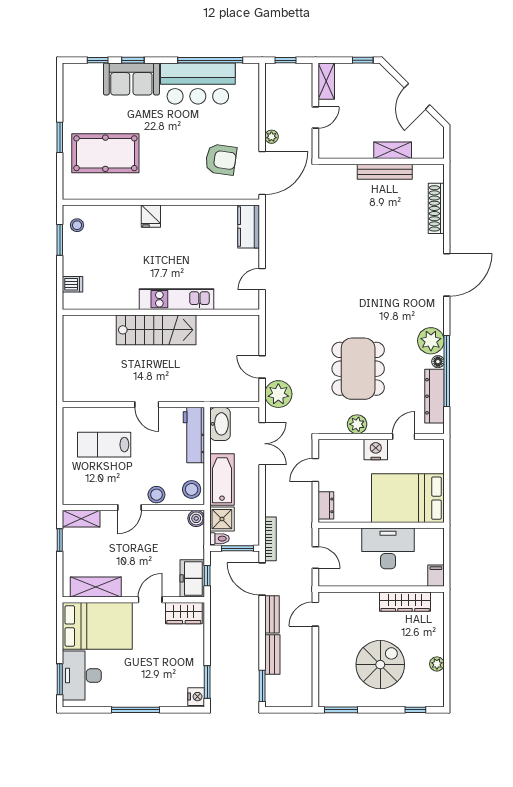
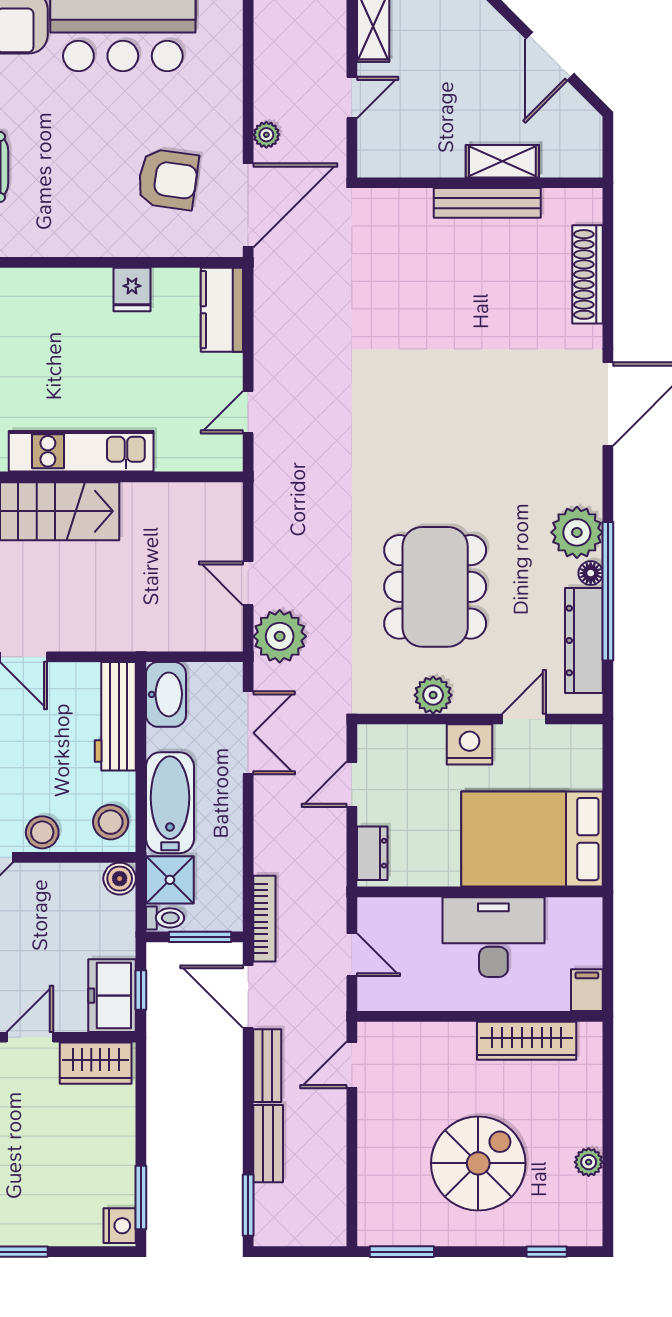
fridge: (151, 216) -> (132, 289), moved

